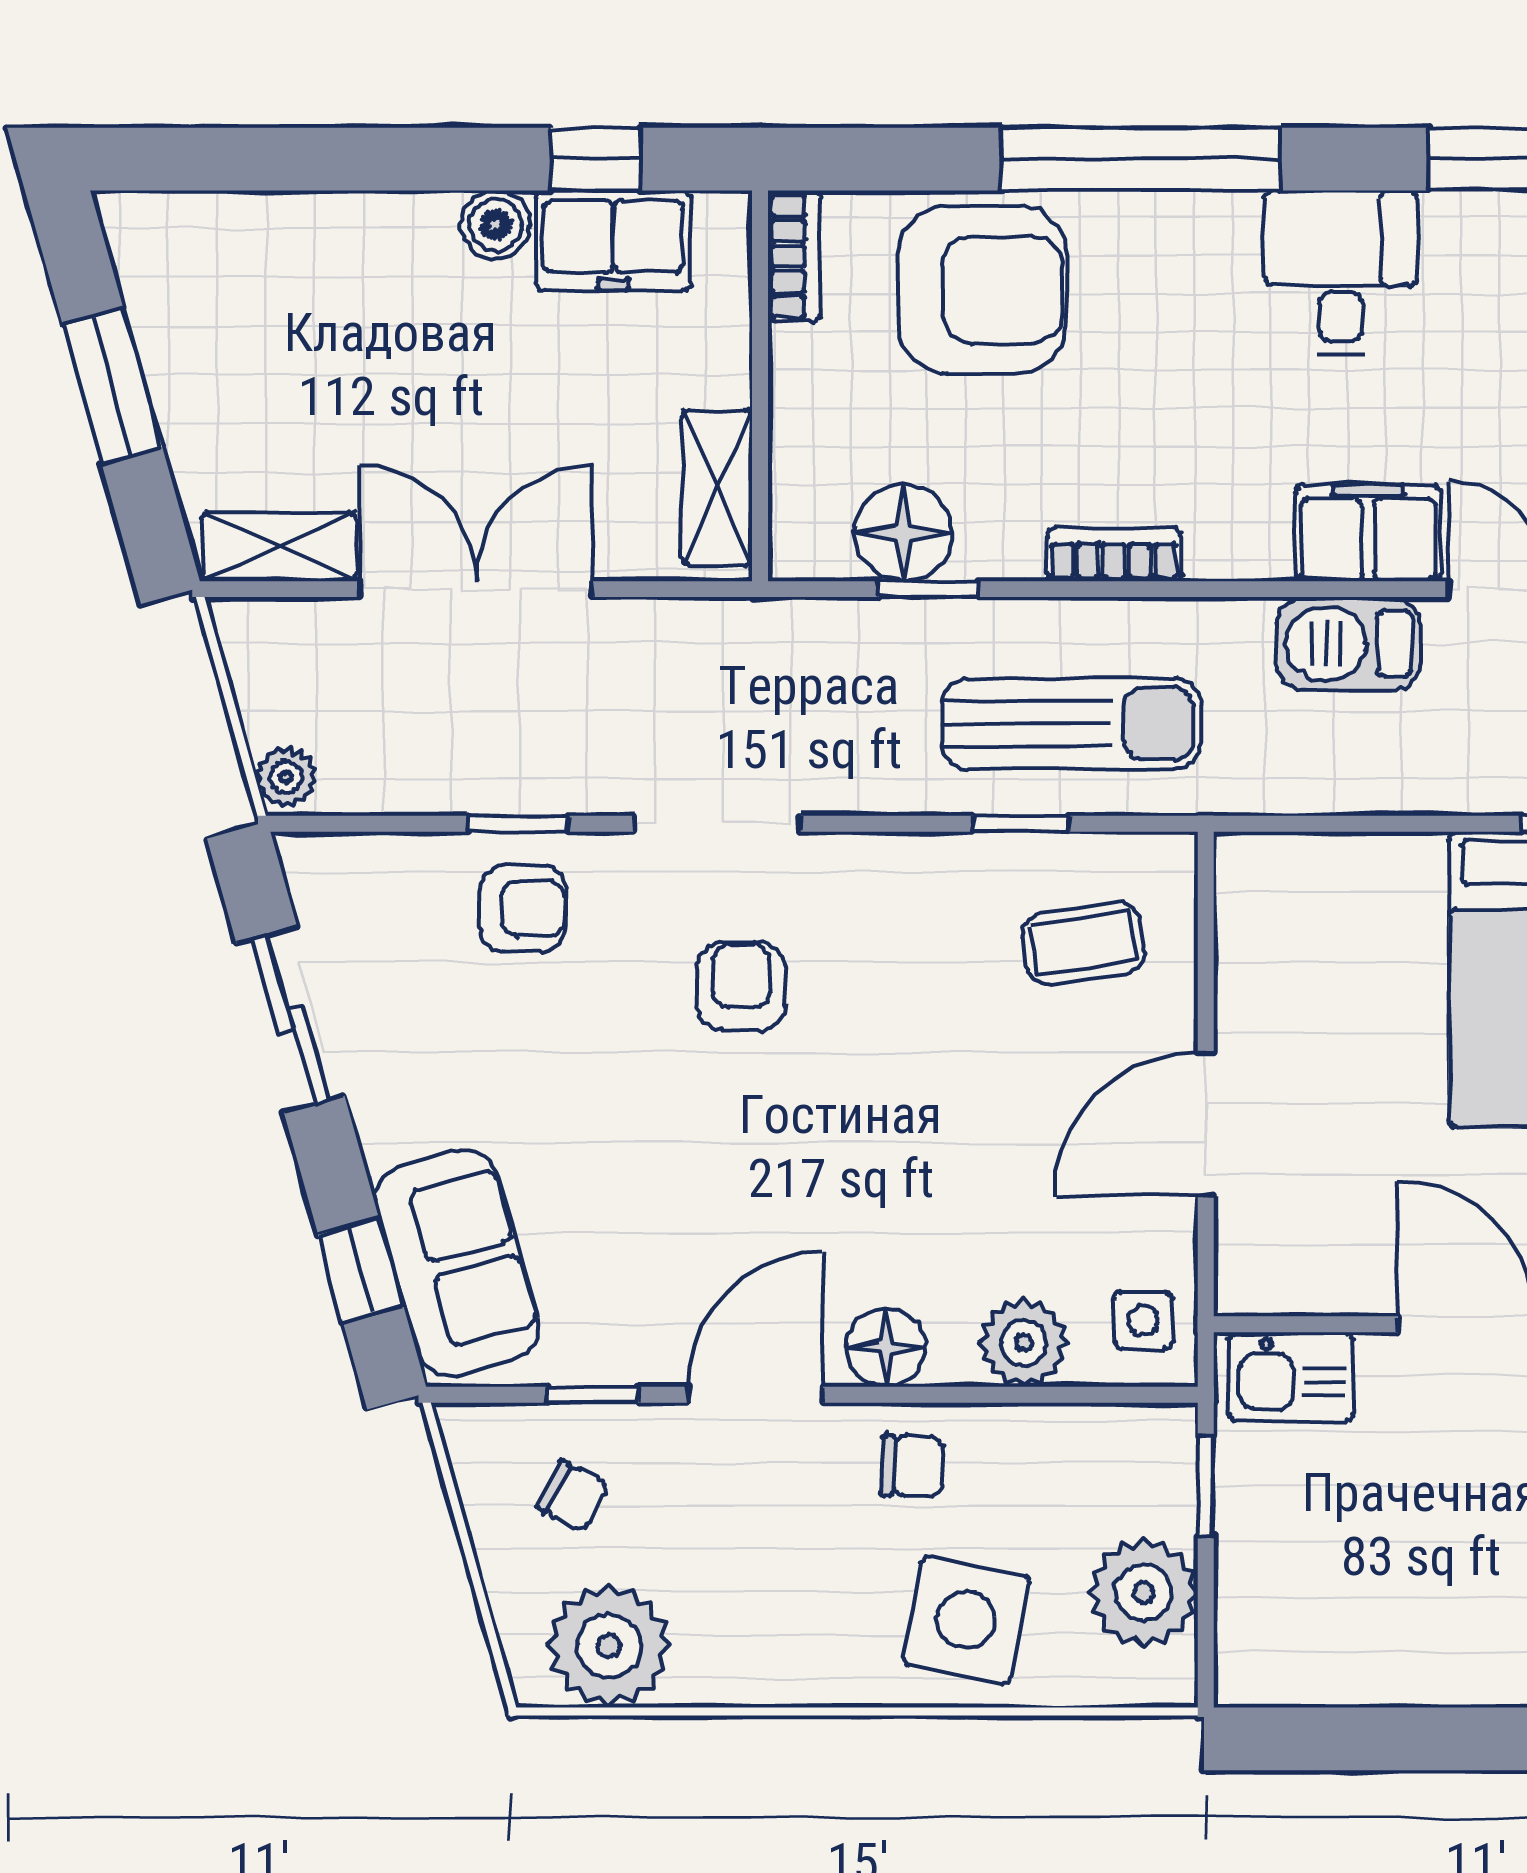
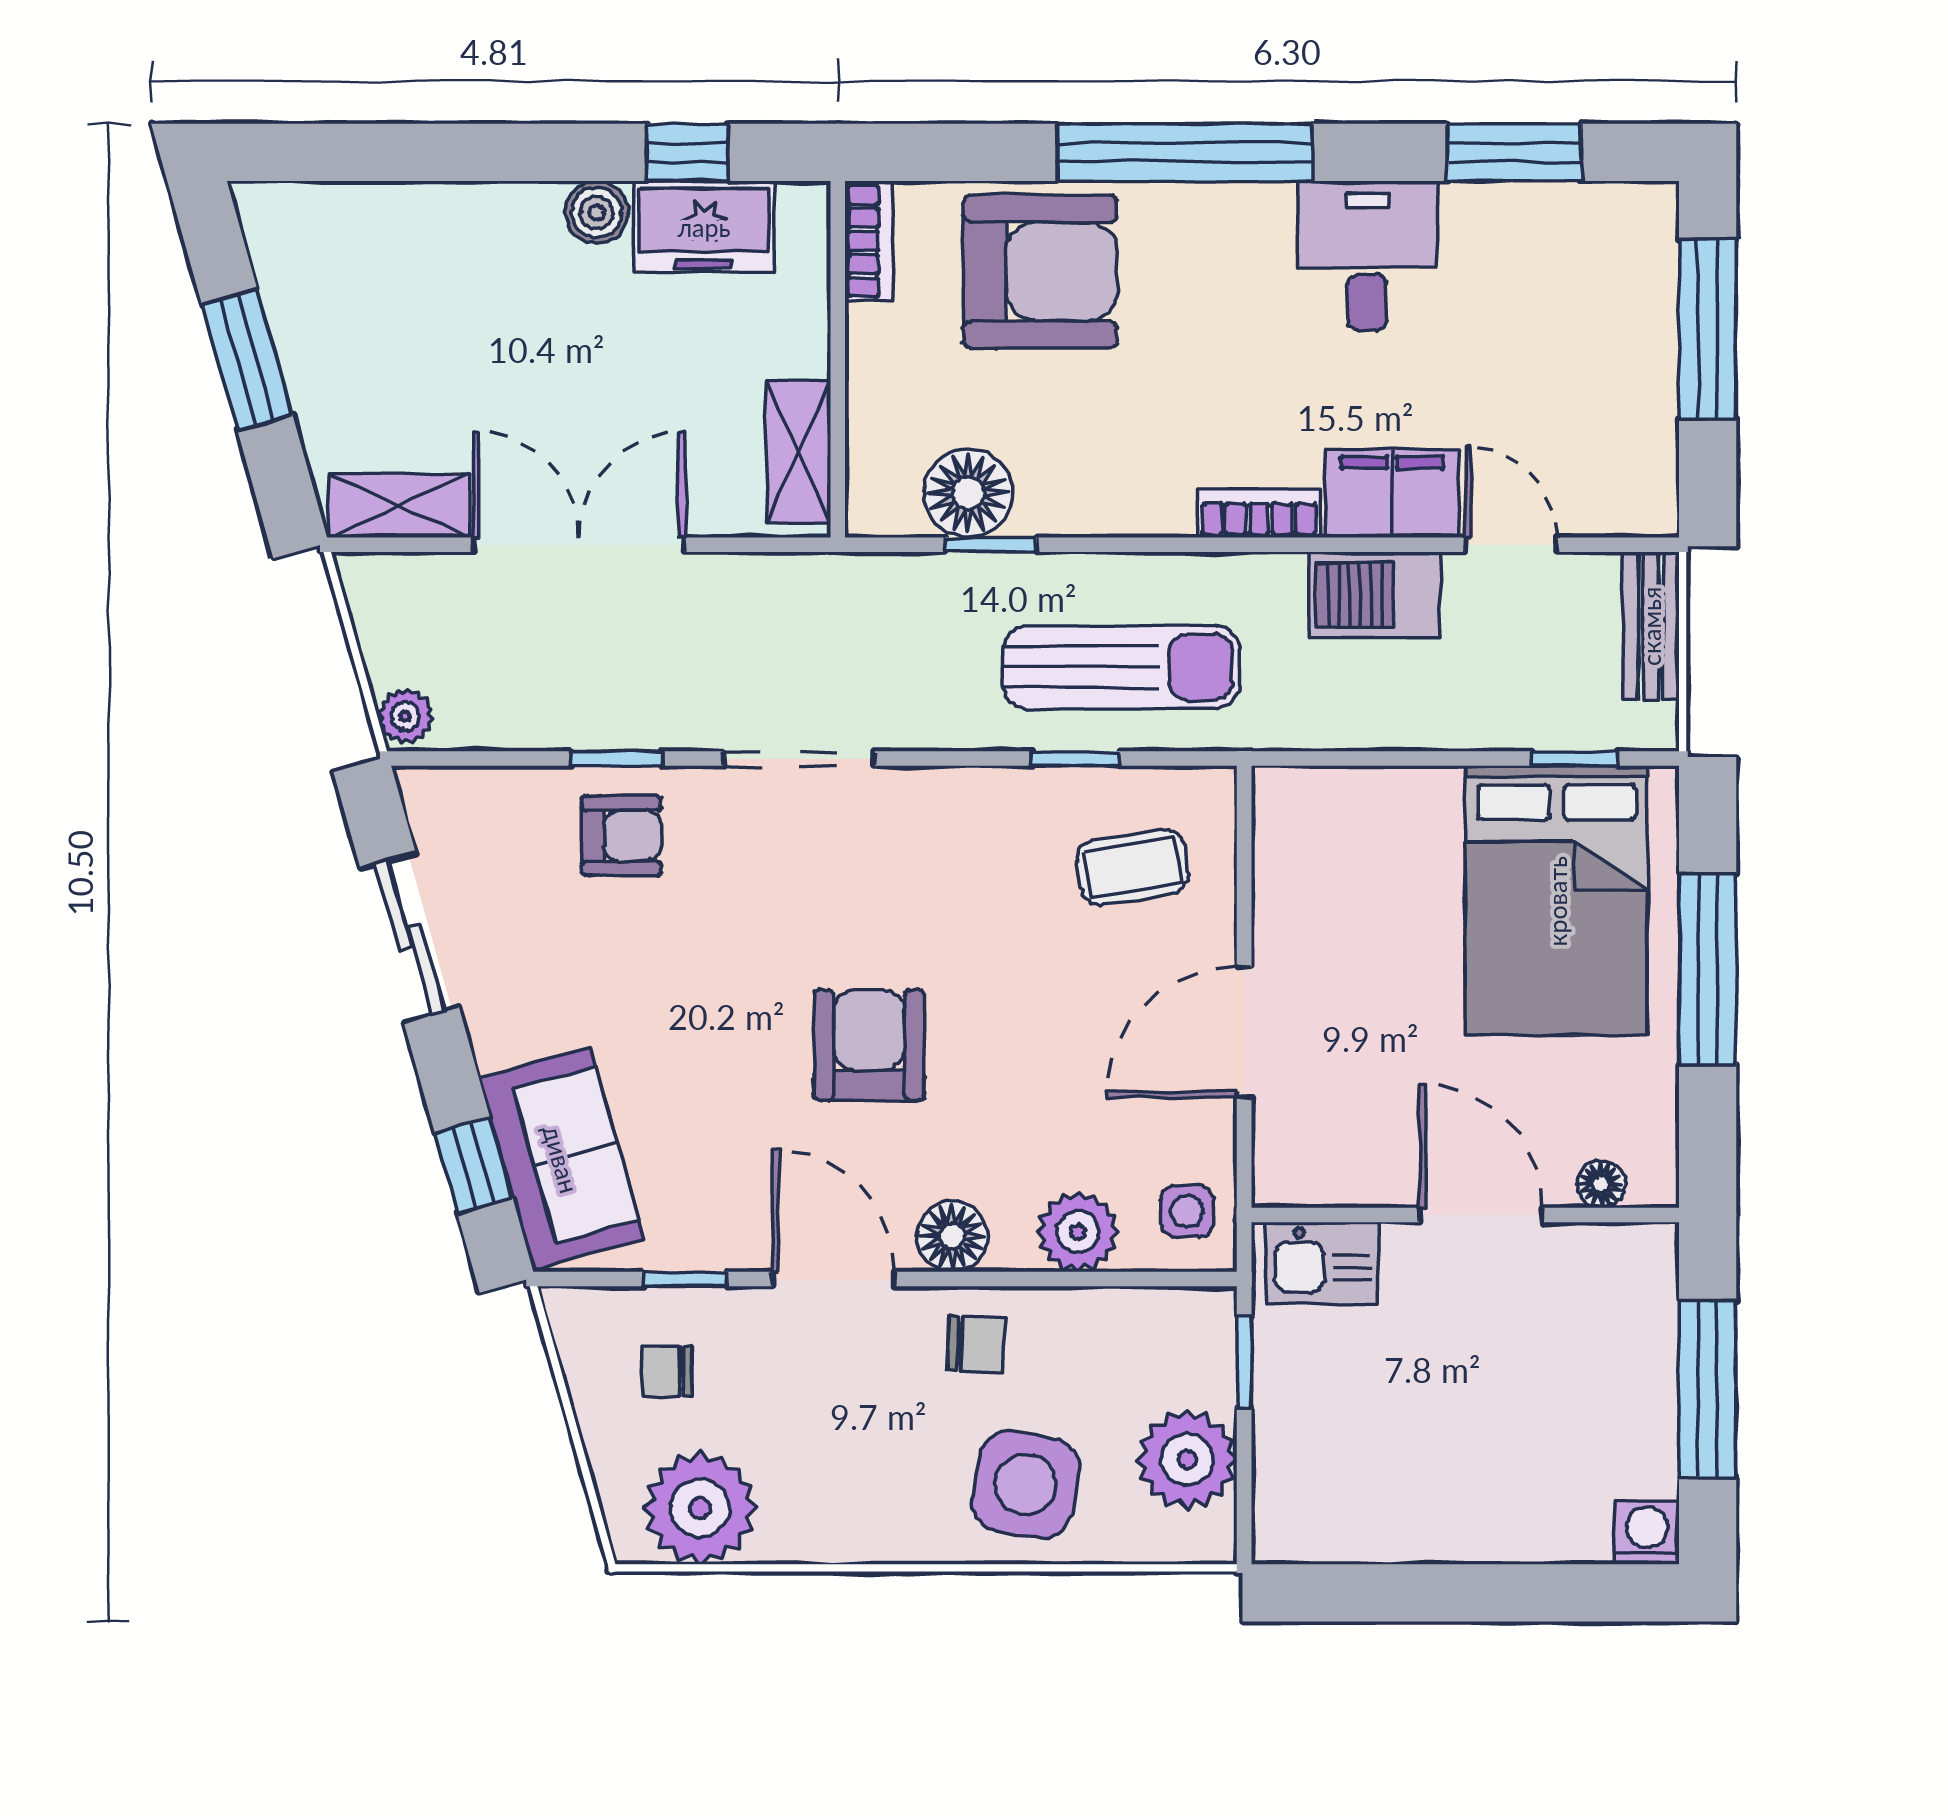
bookcase: (1114, 555) -> (1259, 513), moved
armchair: (741, 987) -> (869, 1045), moved, width x1.38, depth x1.38
door: (755, 1395) -> (833, 1279), hinge flipped
chair: (573, 1496) -> (667, 1371), turned 153

